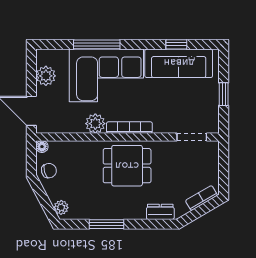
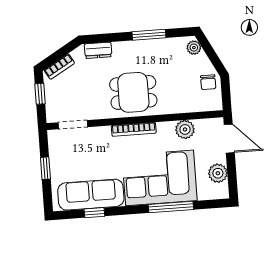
plant: (95, 124) -> (185, 129), moved
floor lamp: (42, 147) -> (217, 105), removed
chair: (49, 171) -> (208, 82), turned -74
window: (224, 171) -> (40, 94), added

